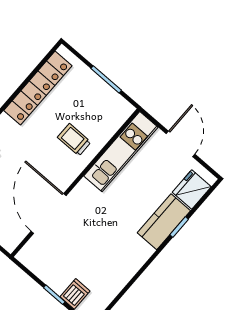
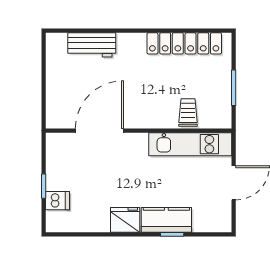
trolley: (74, 140) -> (188, 113), moved
fridge: (192, 189) -> (125, 220), moved

